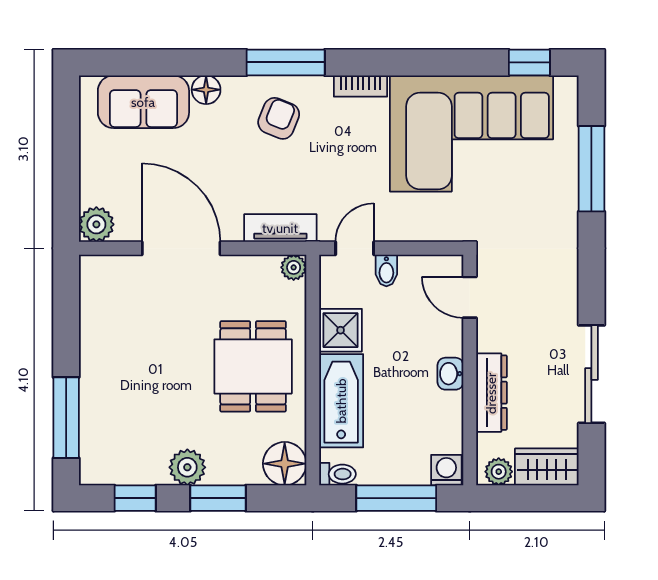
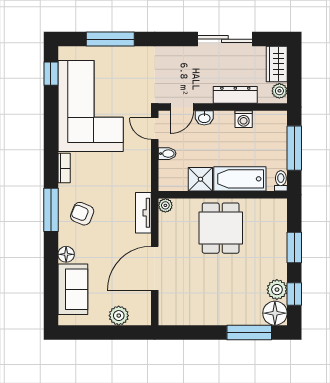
plant: (96, 224) -> (119, 316), moved
door: (355, 248) -> (155, 129), moved
dining table: (253, 366) -> (221, 228), turned 90
washbasin: (450, 374) -> (204, 118), moved
floor lamp: (285, 464) -> (275, 313), moved
plant: (187, 467) -> (277, 290), moved
washing machine: (446, 470) -> (244, 119), moved, turned -90

